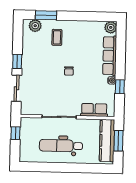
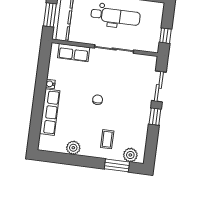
plant: (111, 27) -> (73, 148), moved
window: (120, 87) -> (42, 76), removed

